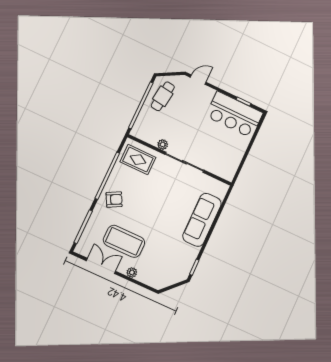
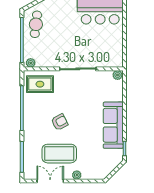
plant: (163, 144) -> (31, 63), moved
plant: (222, 188) -> (118, 75), added
armchair: (114, 200) -> (60, 122), moved
sofa: (202, 220) -> (113, 125), moved

